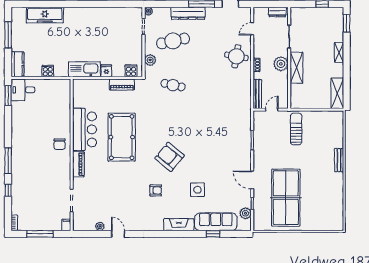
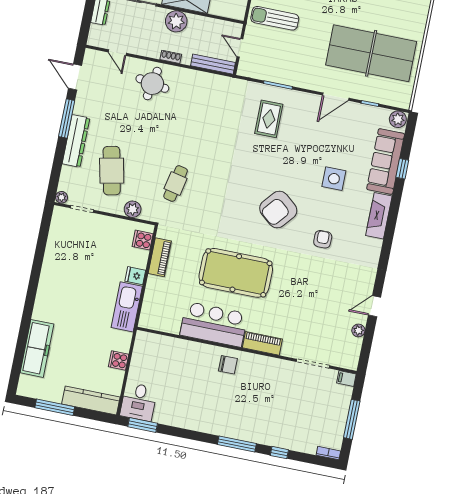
kitchen counter: (17, 64) -> (91, 400), width x1.50
rug: (228, 138) -> (269, 119), added
plant: (246, 213) -> (398, 119), moved

